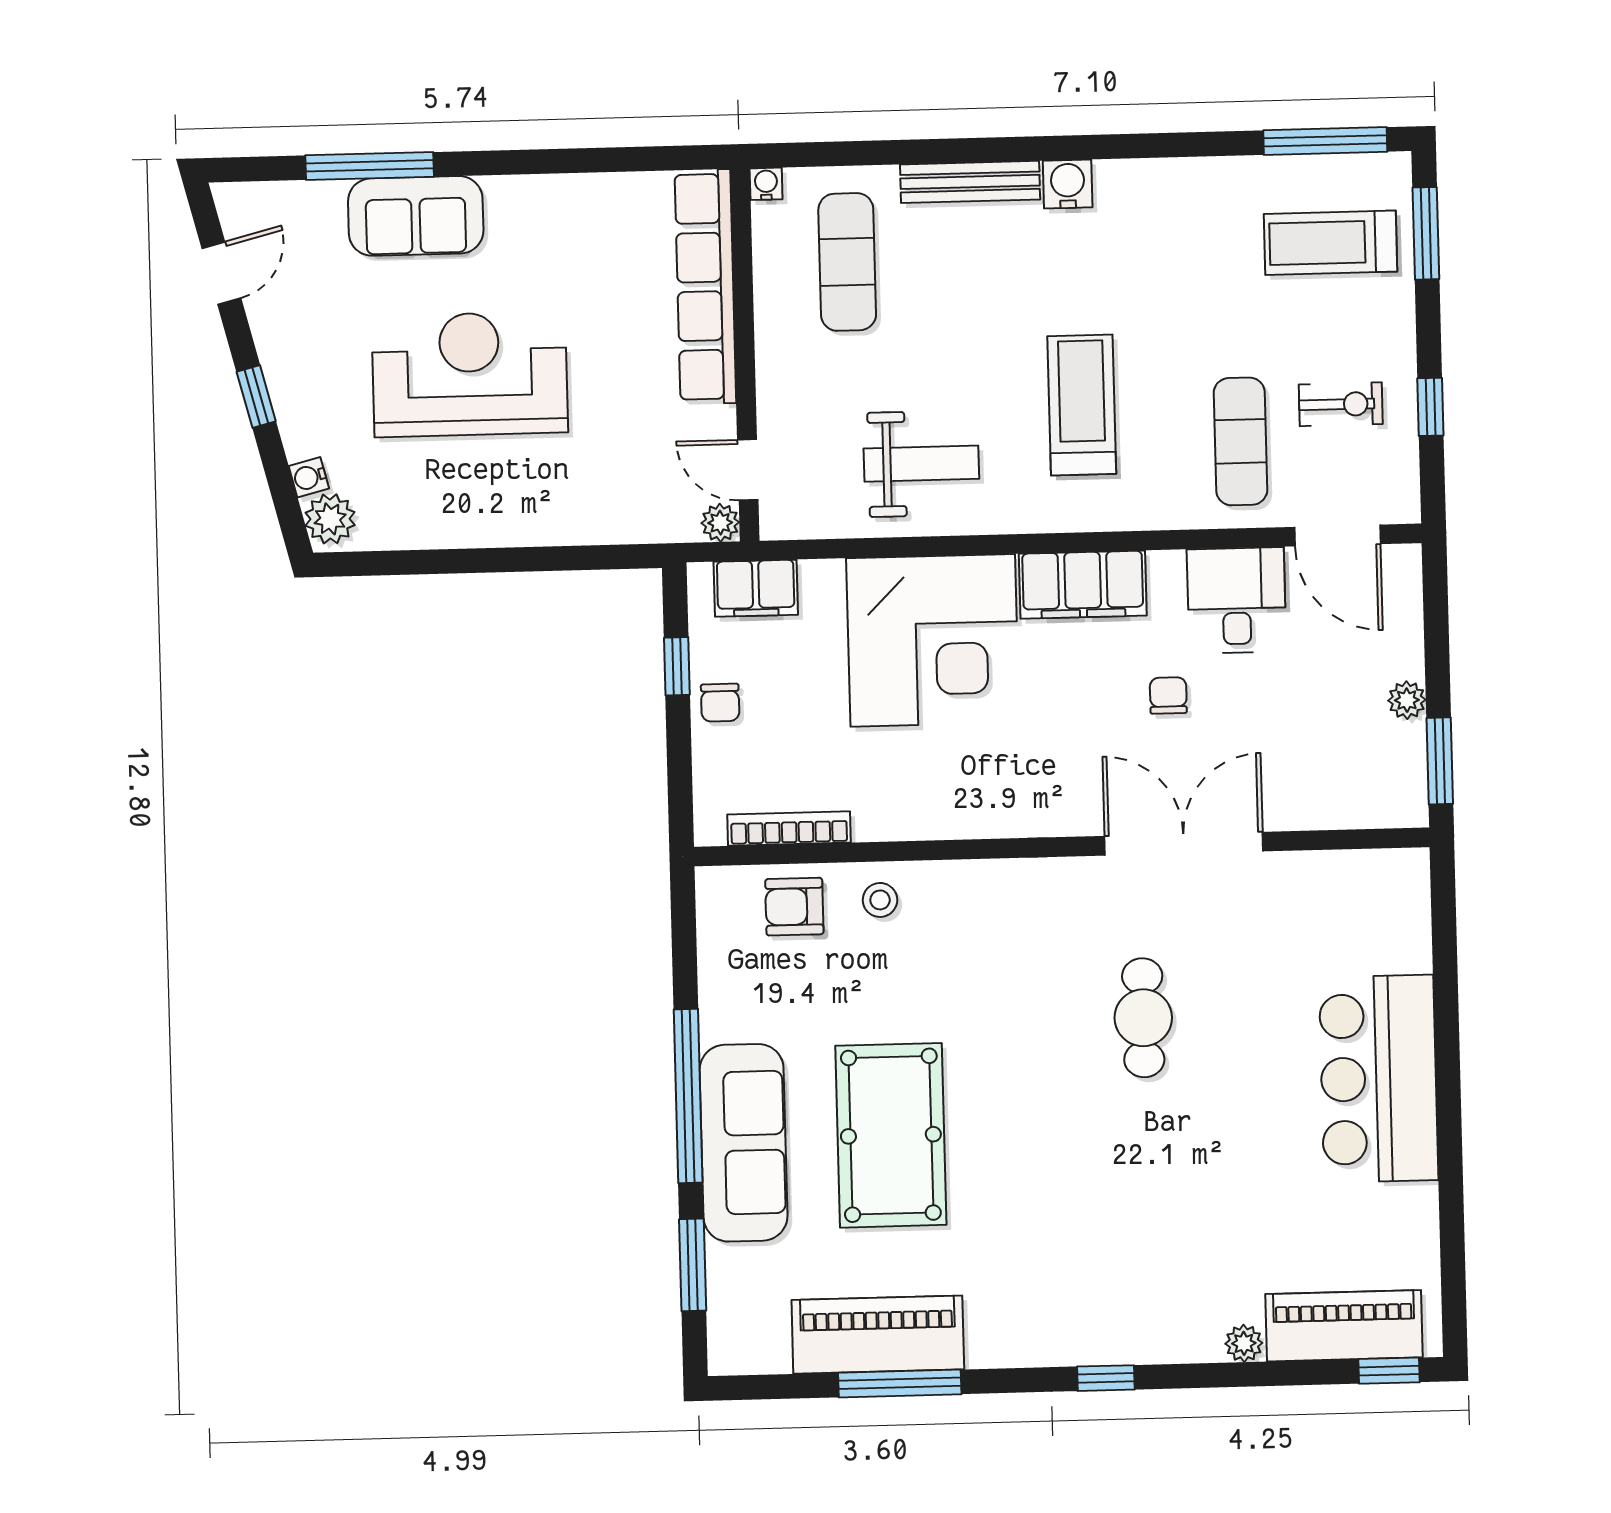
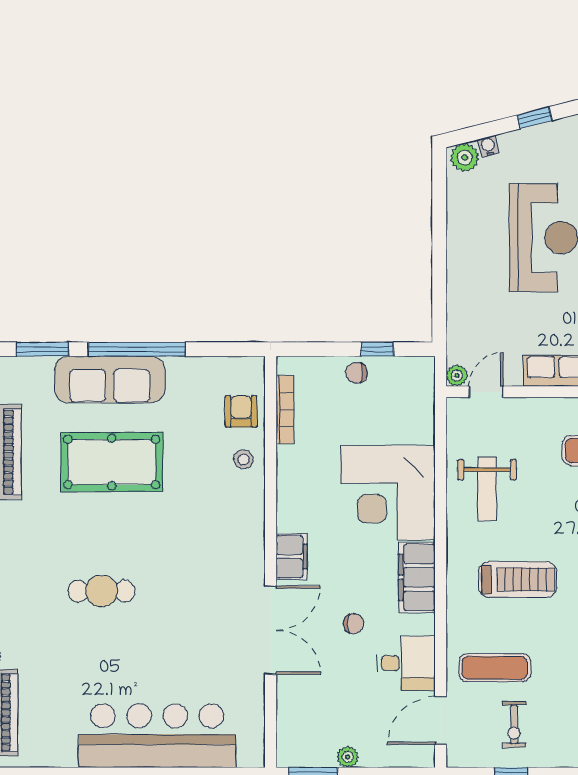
filing cabinet: (756, 588) -> (291, 557), moved, turned 180
cafe table: (1143, 1018) -> (101, 591), moved
bar counter: (1379, 1079) -> (157, 736), width x1.36

